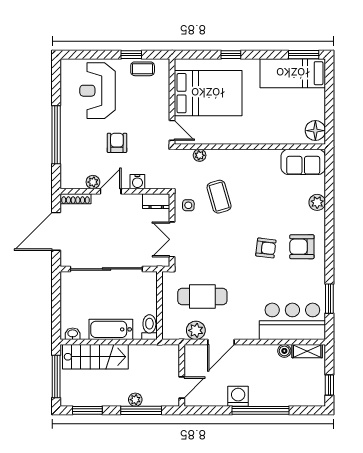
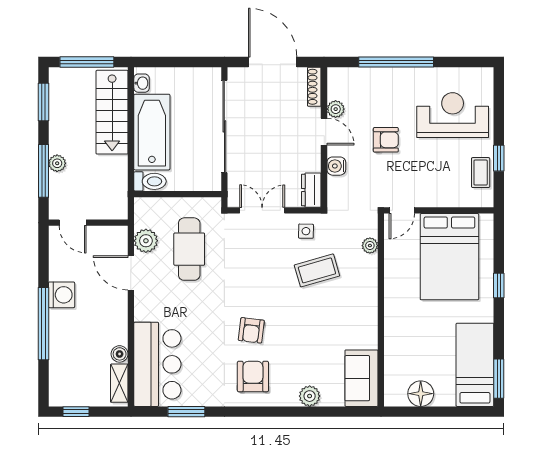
floor lamp: (315, 131) -> (421, 394), moved
bathtub: (111, 329) -> (152, 132), width x1.36, depth x1.36

